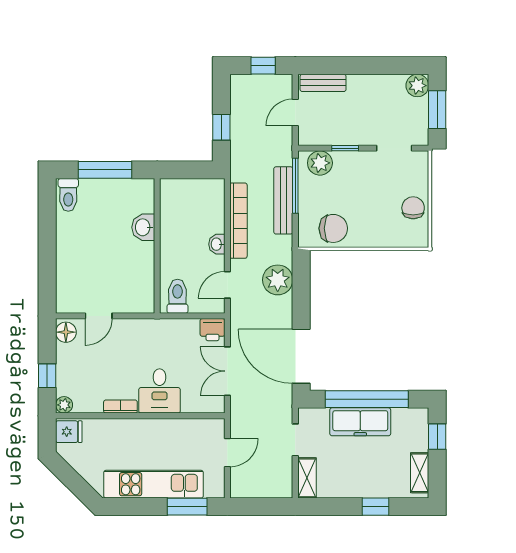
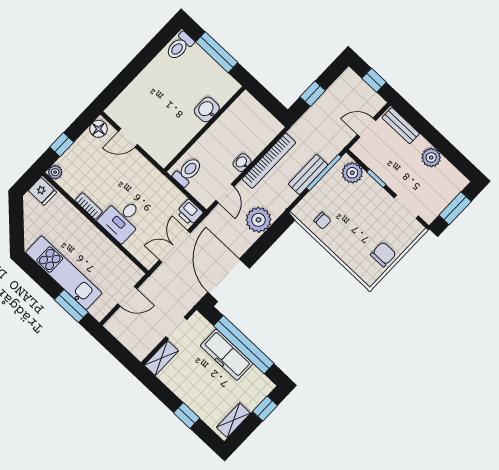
plant: (417, 86) -> (431, 158), moved
bench: (283, 200) -> (308, 174), width x0.73
chair: (333, 228) -> (322, 221), width x0.54, depth x0.54
door: (227, 285) -> (225, 194), swing flipped

